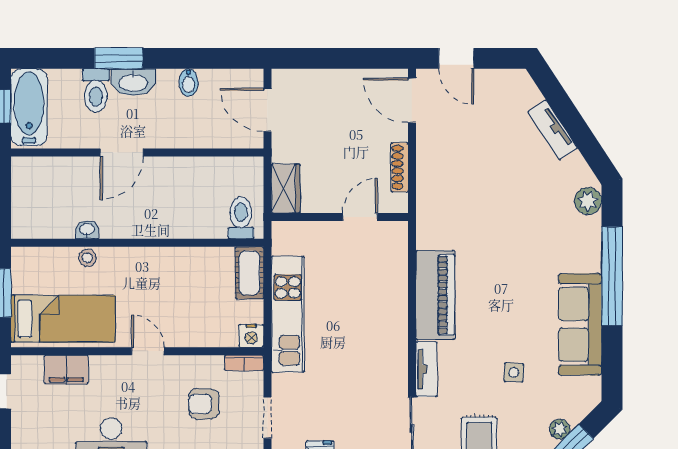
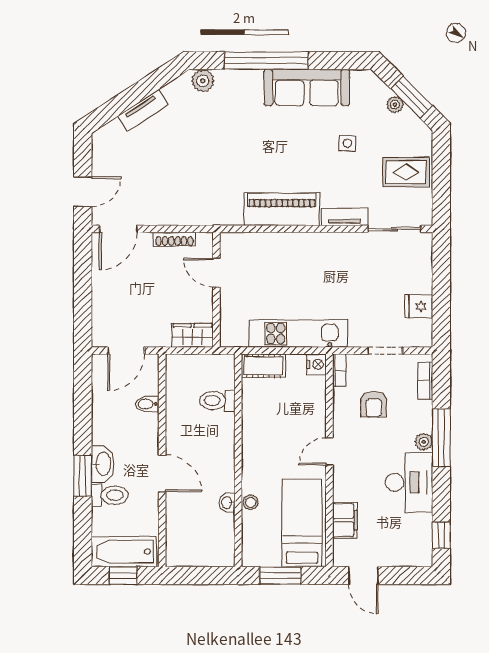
bidet: (189, 82) -> (147, 404), moved, turned 180
toilet: (241, 218) -> (217, 401), moved

